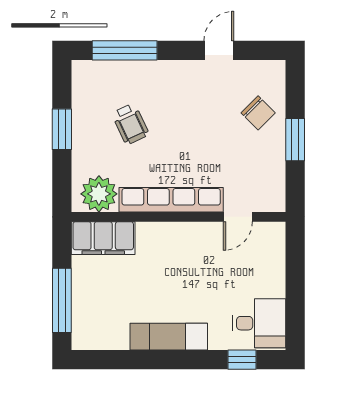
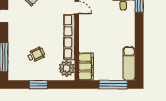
exam couch: (169, 337) -> (129, 64), moved

